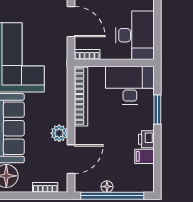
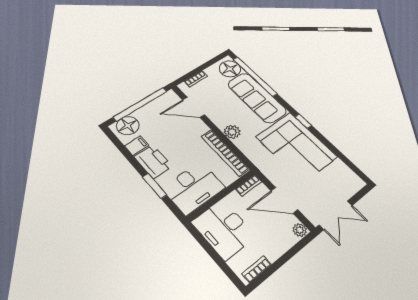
plant: (59, 133) -> (232, 132), moved
printer: (146, 139) -> (153, 161), width x1.87, depth x1.48
door: (71, 159) -> (193, 107), hinge flipped
floor lamp: (107, 187) -> (128, 126), moved, width x1.89, depth x1.89

